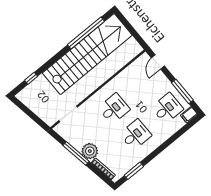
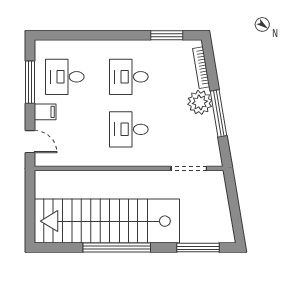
window: (86, 33) -> (117, 248), moved
door: (158, 62) -> (30, 142), hinge flipped
window: (31, 78) -> (198, 248), width x2.17
filing cabinet: (189, 115) -> (45, 112), moved

